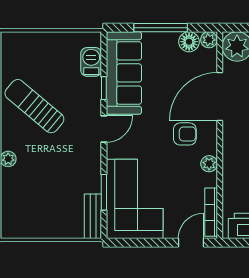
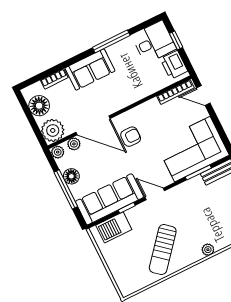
floor lamp: (189, 42) -> (71, 176), moved
barbecue: (91, 62) -> (114, 227), width x1.38, depth x1.27
armchair: (185, 134) -> (131, 137), turned 90
plant: (209, 164) -> (74, 144), moved

